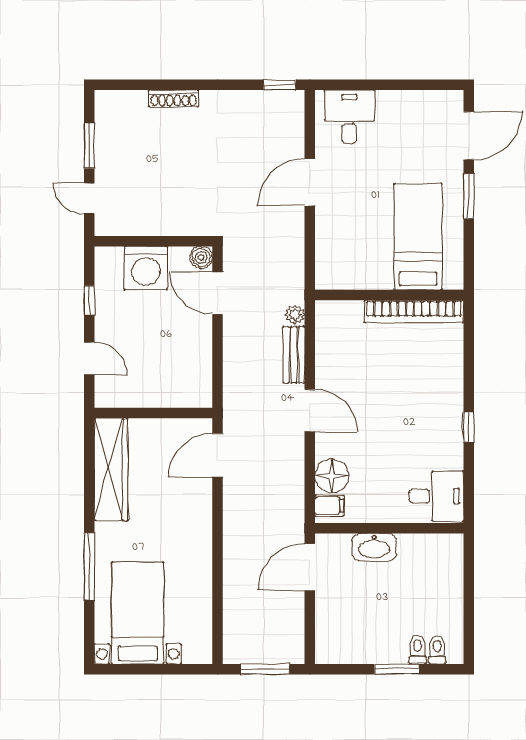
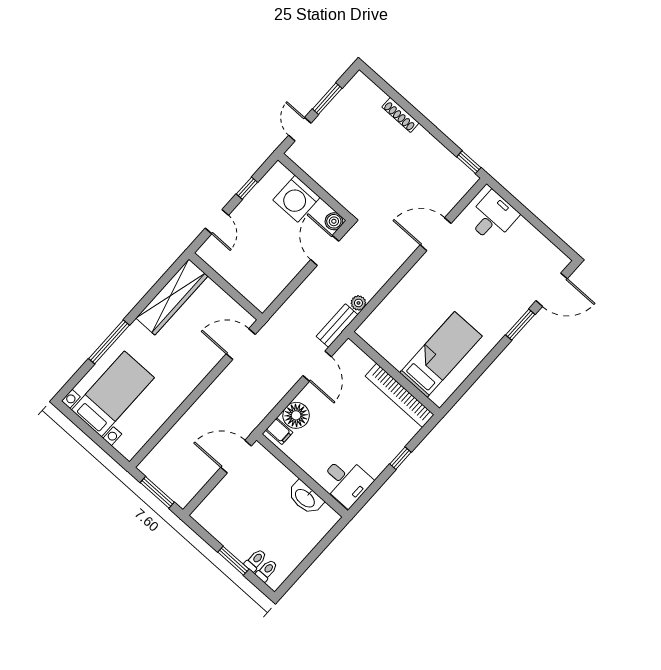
bed: (418, 237) -> (441, 354), moved
wall: (389, 295) -> (394, 373), moved
bookcase: (414, 311) -> (400, 395), moved
washbasin: (374, 547) -> (305, 498), moved

